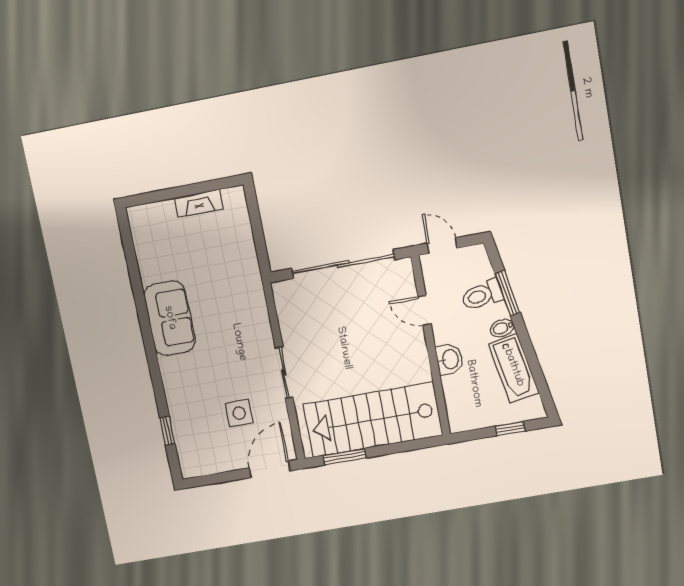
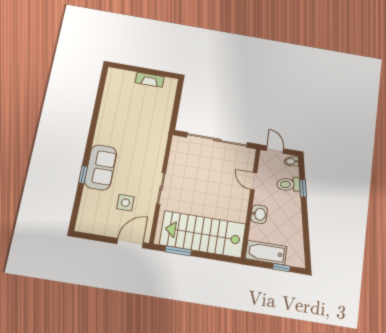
window: (507, 293) -> (303, 188), width x0.67
sofa: (170, 318) -> (101, 167), moved
bidet: (502, 328) -> (291, 161), moved
bathtub: (514, 368) -> (266, 253), moved, turned 101
window: (167, 431) -> (83, 175), moved

